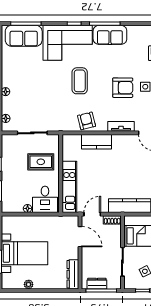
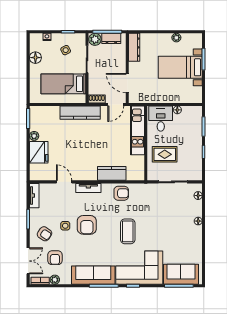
sofa: (110, 35) -> (93, 275), width x1.36
armchair: (123, 88) -> (87, 225), turned -90
armchair: (87, 121) -> (121, 193), turned -76
plant: (114, 283) -> (95, 39), added

